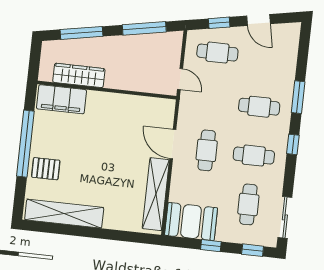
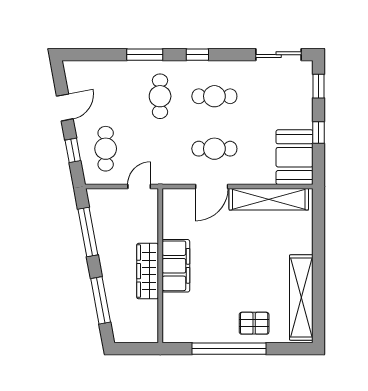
wardrobe: (79, 75) -> (148, 271), moved
filing cabinet: (61, 99) -> (176, 266), moved
cafe table: (254, 156) -> (214, 96), turned 90
pallet: (46, 169) -> (254, 323), turned 90
cafe table: (248, 204) -> (269, 96), removed

